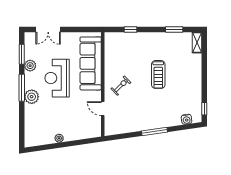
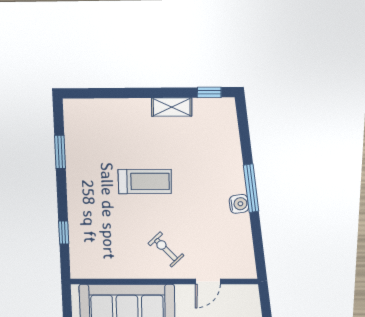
shelving: (197, 43) -> (172, 107), moved
water cooler: (187, 119) -> (239, 204), moved

